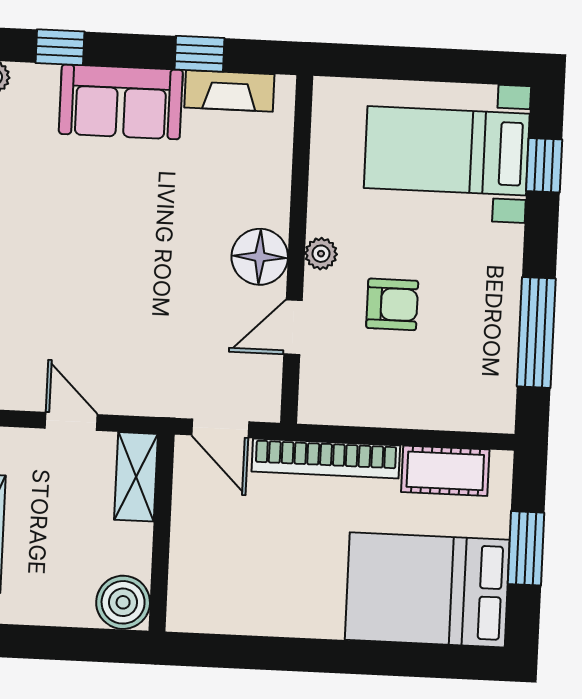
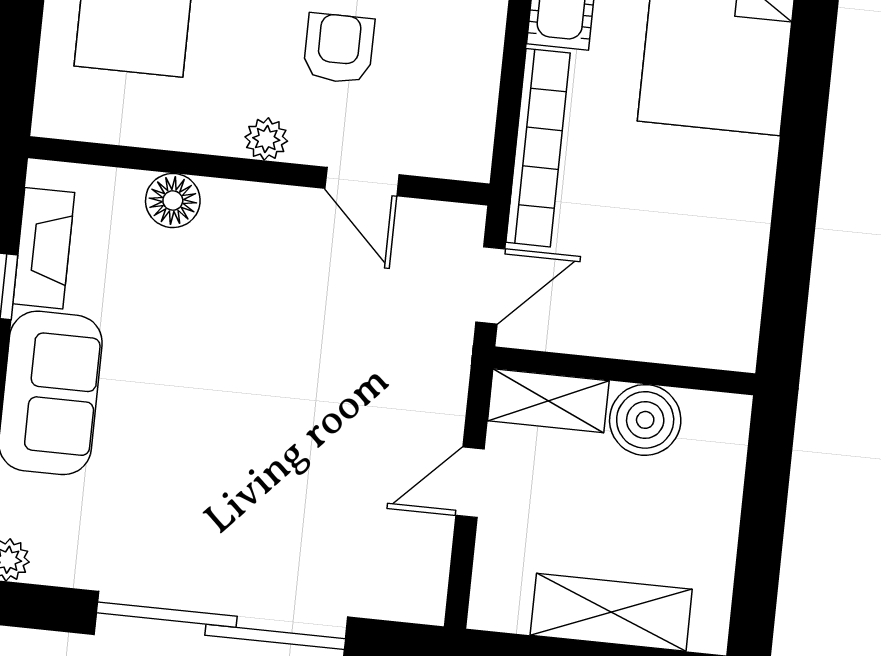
floor lamp: (260, 257) -> (173, 201), moved, width x0.73, depth x0.73
boiler: (123, 602) -> (645, 420), moved

